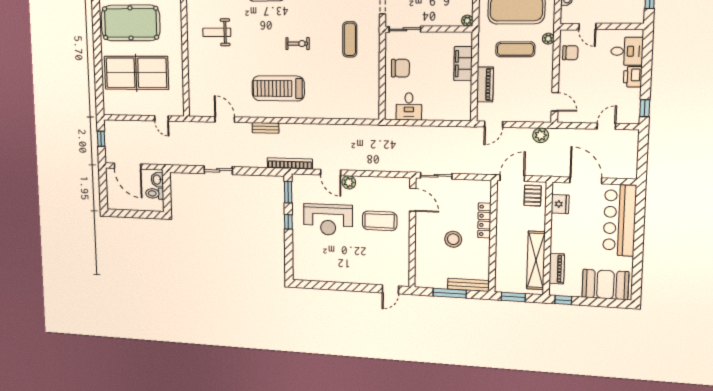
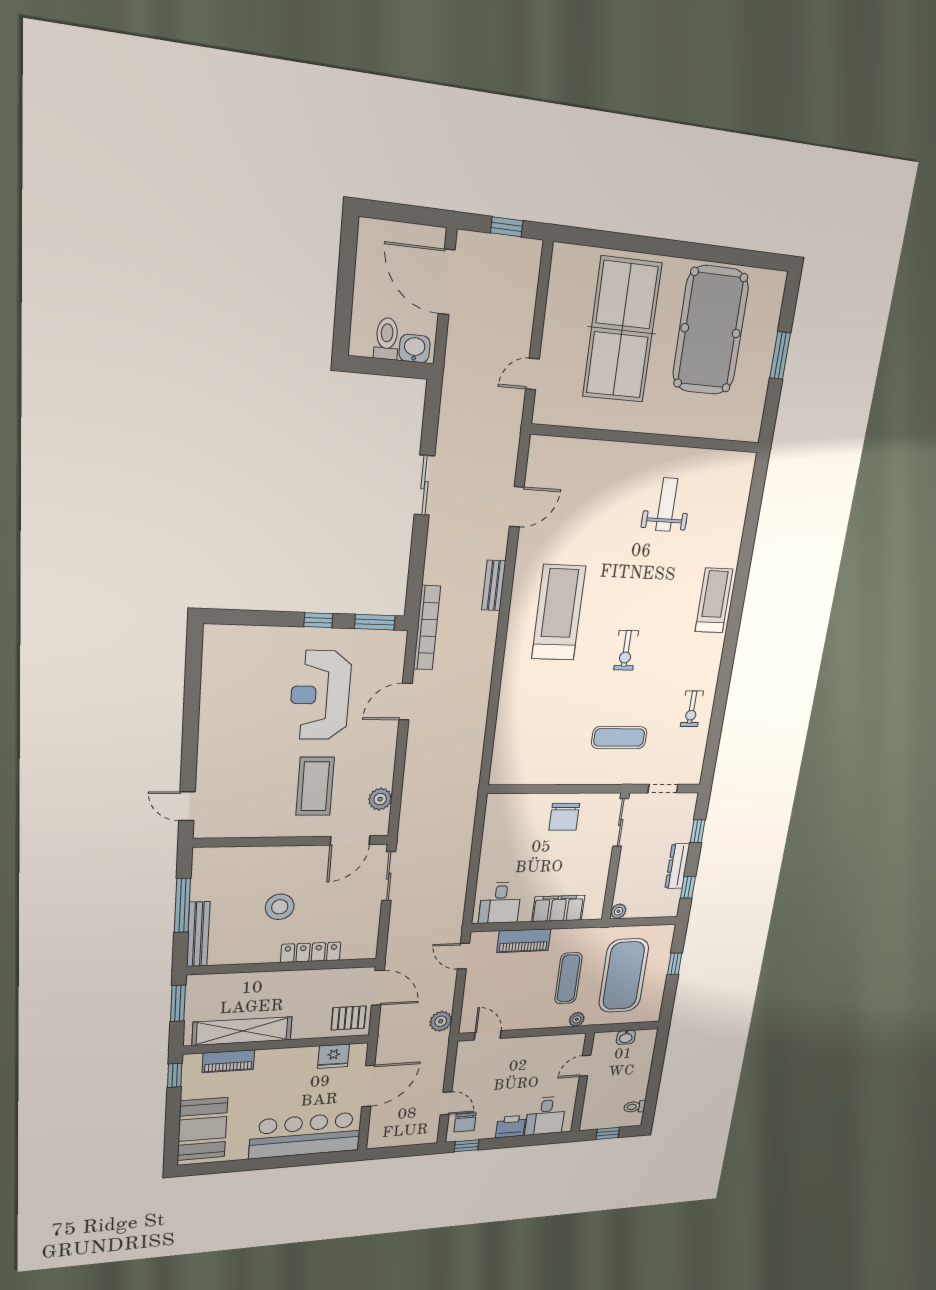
chair: (570, 53) -> (465, 1122), moved
door: (555, 102) -> (488, 1035), swing flipped
desk: (409, 106) -> (500, 903), moved, turned -90
door: (128, 166) -> (447, 282), hinge flipped
plant: (349, 182) -> (380, 799), moved

